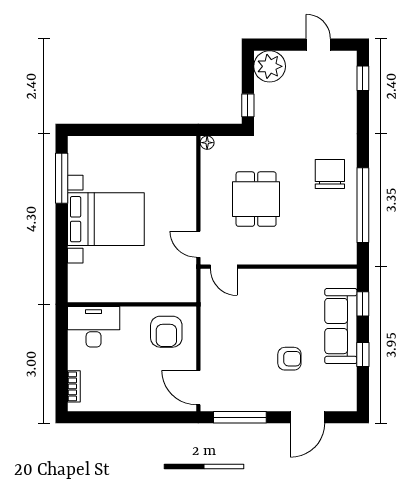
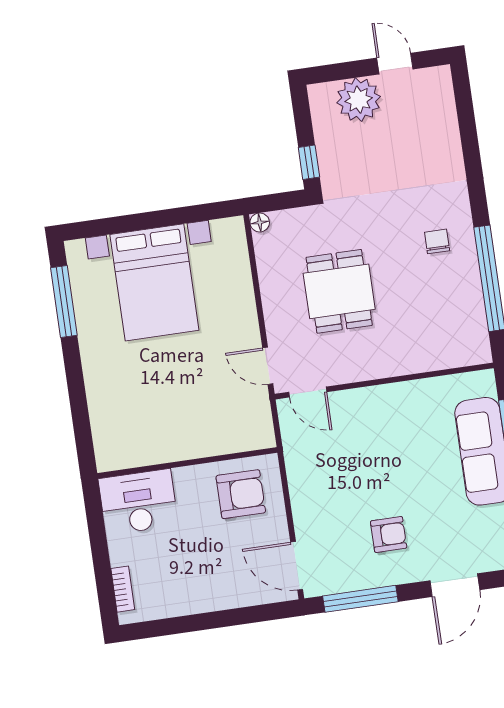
plant: (270, 66) -> (359, 100), moved
window: (363, 78) -> (464, 101), removed
chair: (330, 174) -> (437, 241), width x0.54, depth x0.54
bed with nightstands: (106, 219) -> (154, 282), moved, turned 90
armchair: (166, 332) -> (241, 494), turned -90
armchair: (289, 359) -> (389, 535), moved

